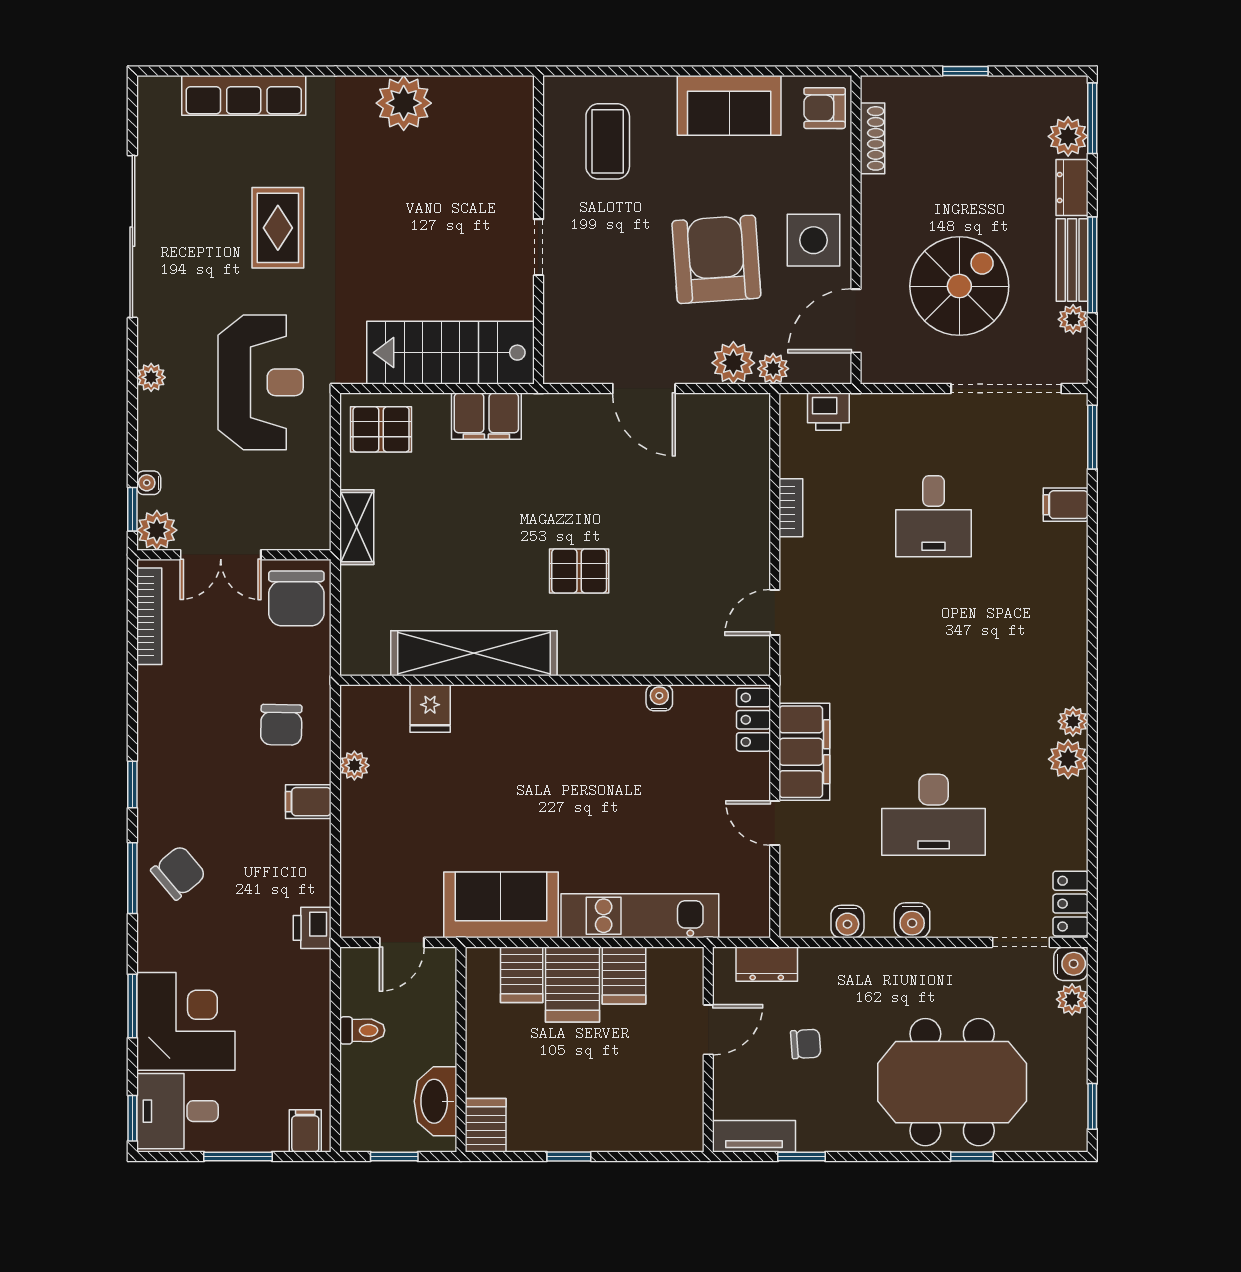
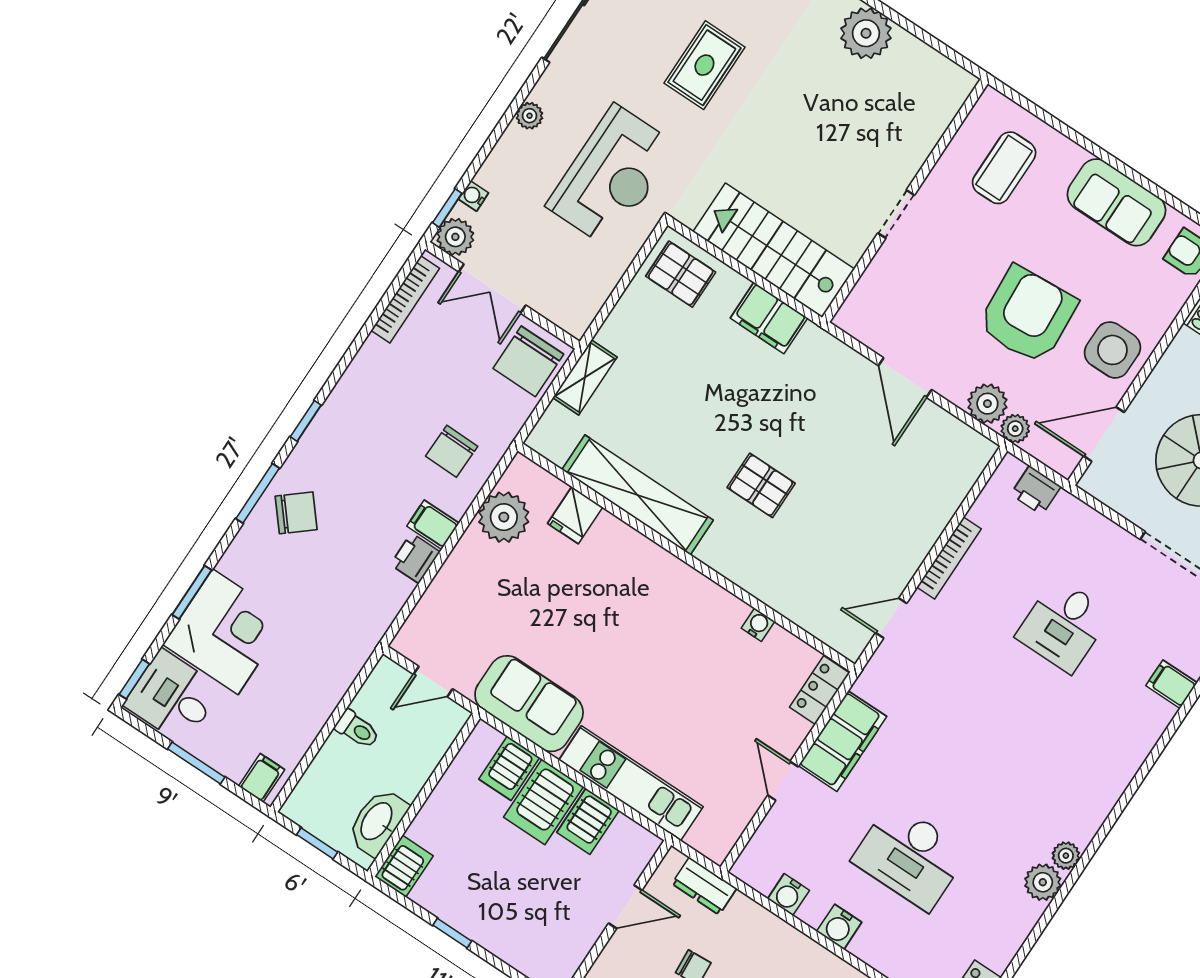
bookcase: (791, 508) -> (949, 558), width x1.56
shelving: (357, 527) -> (585, 377), moved
plant: (354, 765) -> (504, 517), width x1.88, depth x1.88
printer: (312, 928) -> (415, 558), moved

